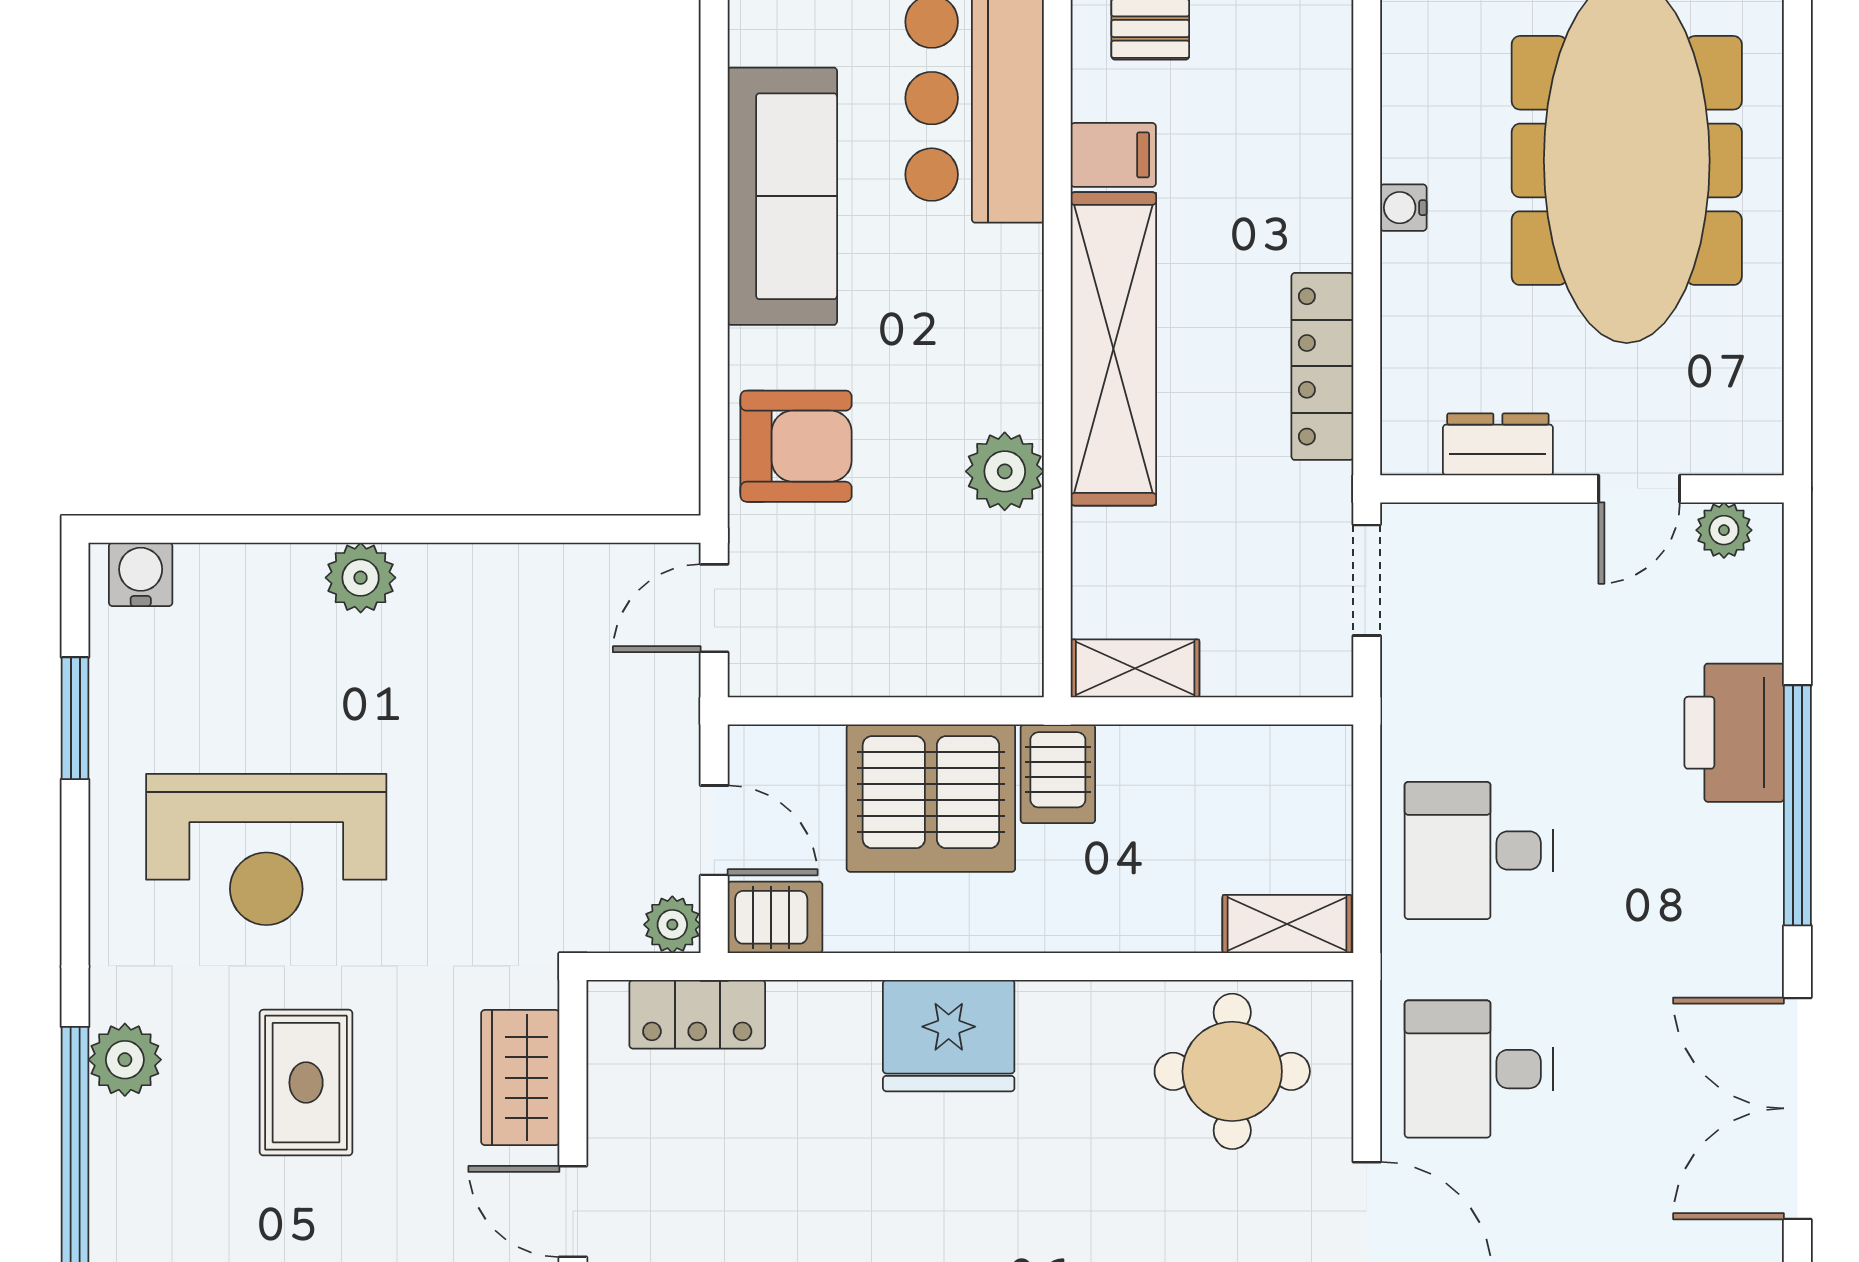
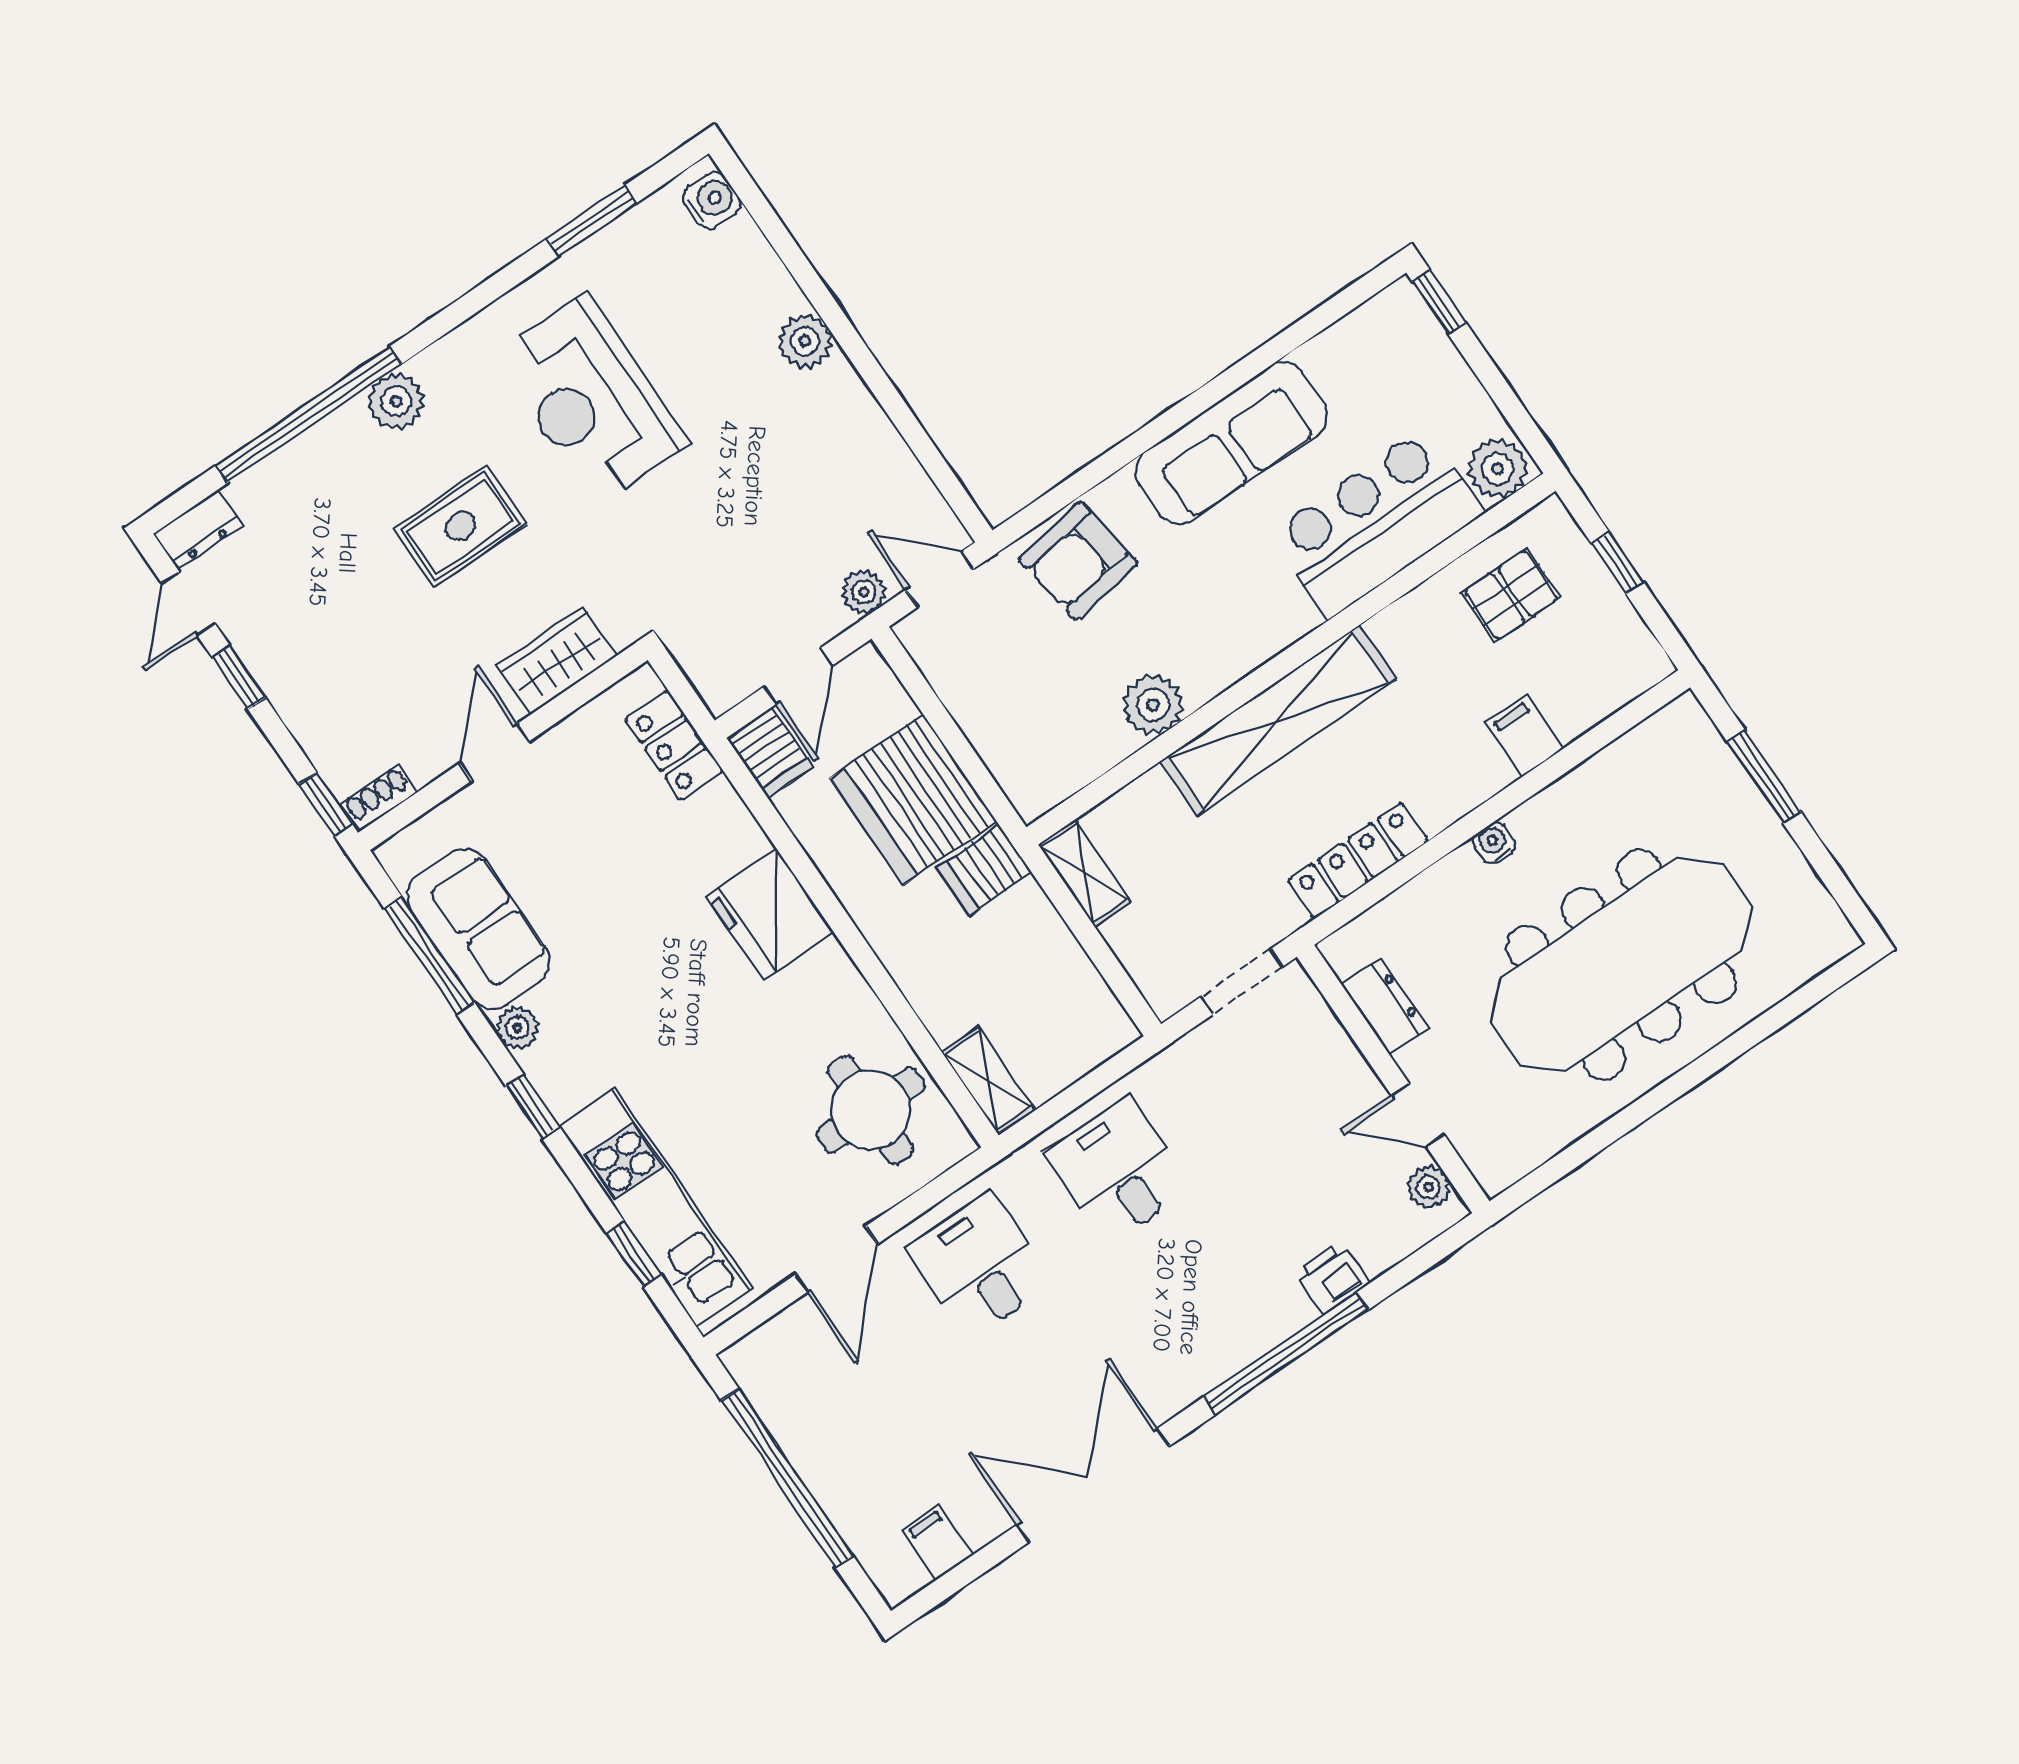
filing cabinet: (1113, 155) -> (1525, 736), moved, turned 180
armchair: (796, 446) -> (1078, 561), turned 82
printer: (1734, 733) -> (1332, 1278), width x0.53, depth x0.68
plant: (672, 925) -> (864, 592), moved

